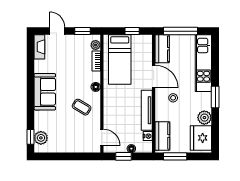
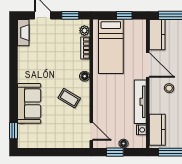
sofa: (45, 92) -> (29, 103), moved
plant: (41, 138) -> (25, 132), removed

